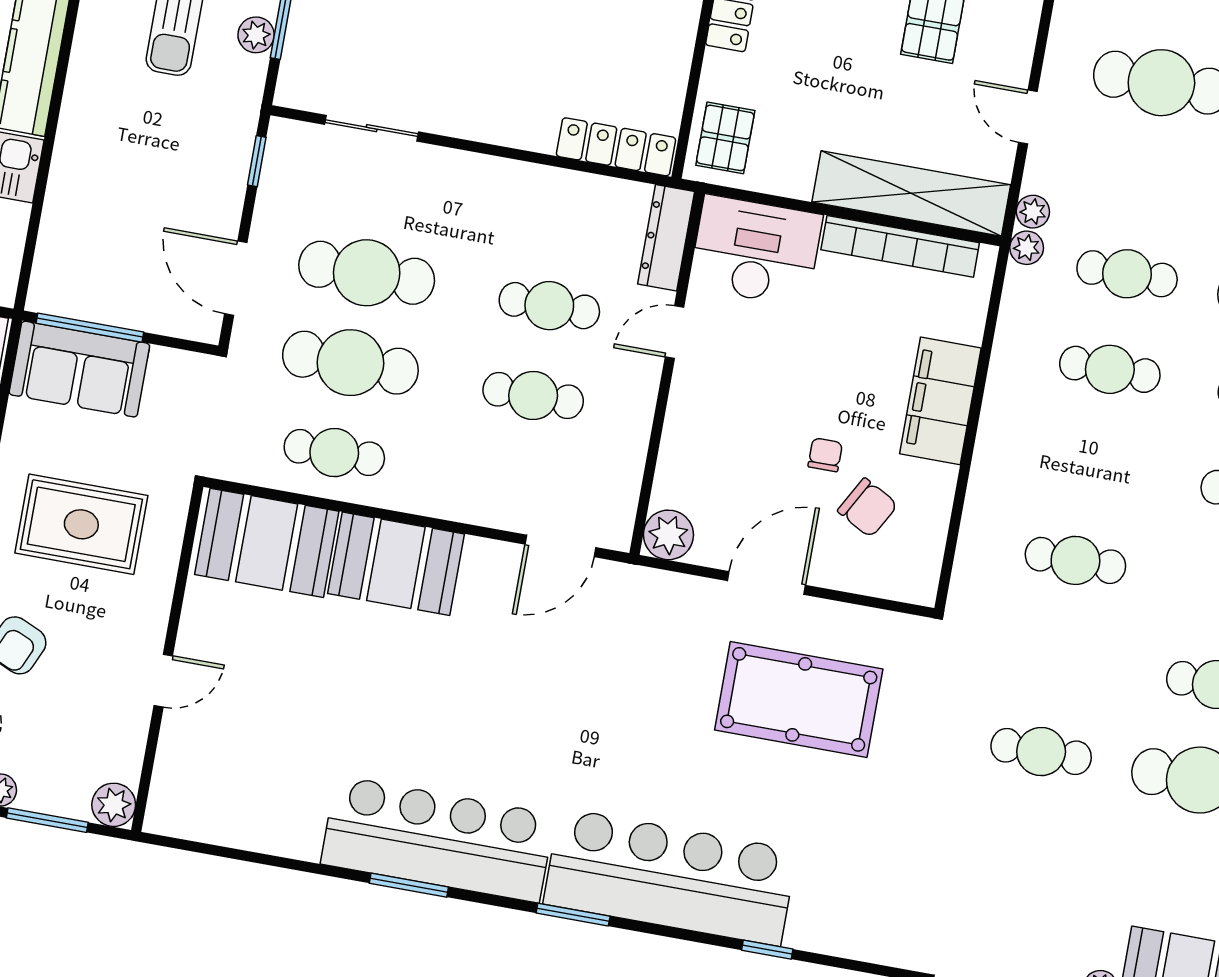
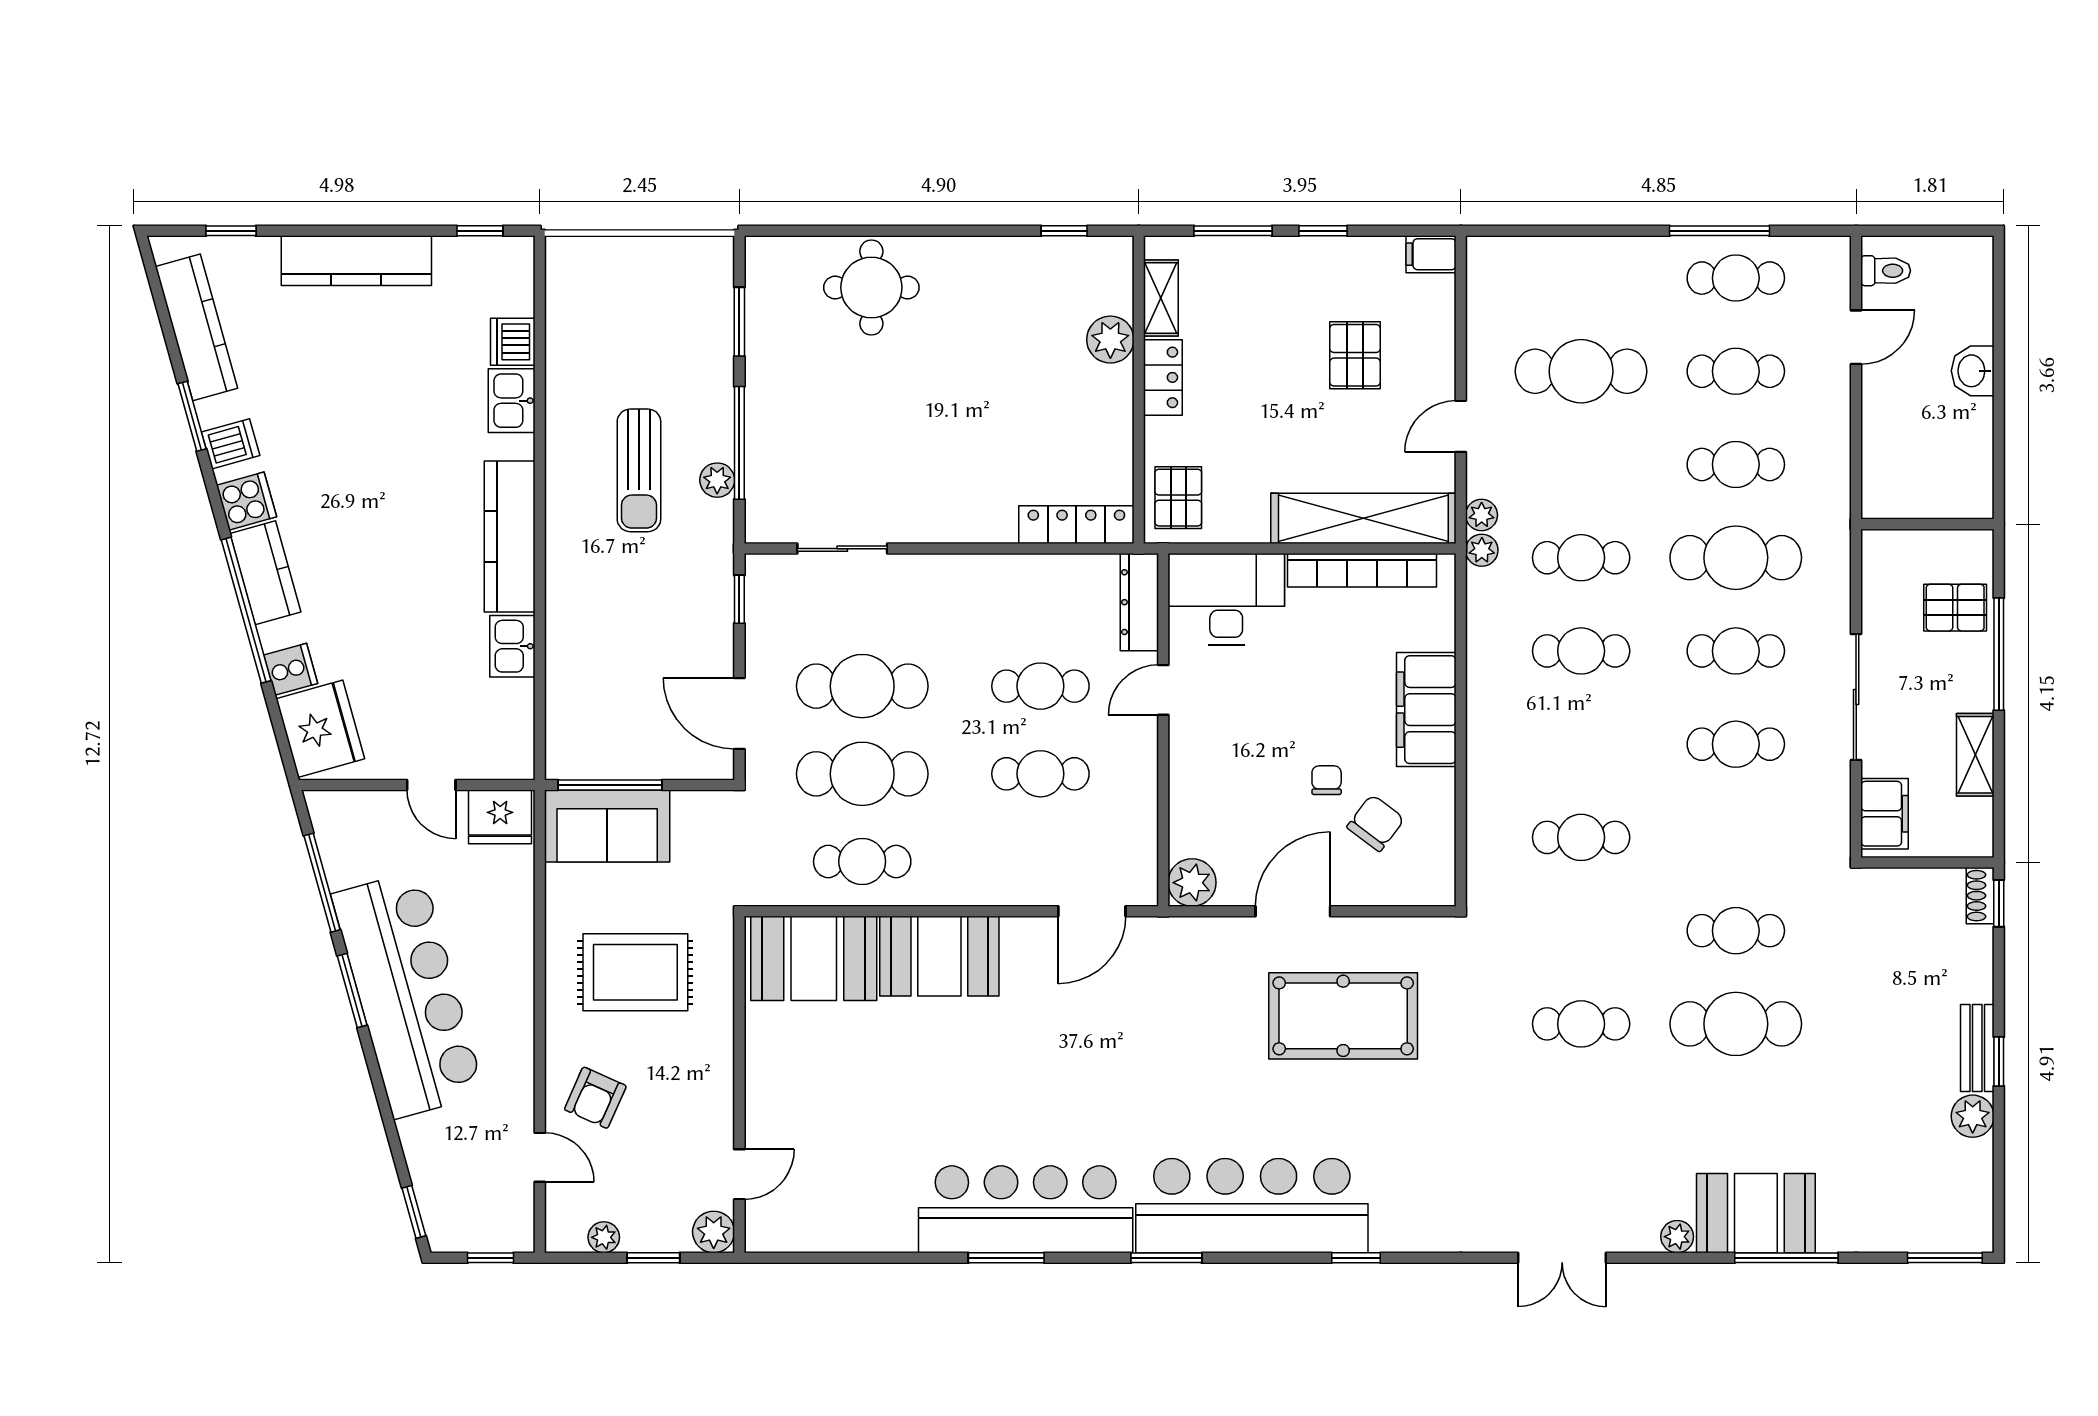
door: (1028, 117) -> (1461, 426), hinge flipped
chair: (868, 508) -> (1376, 823), turned -82
door: (163, 681) -> (739, 1174), moved
window: (47, 820) -> (653, 1258), width x0.67

